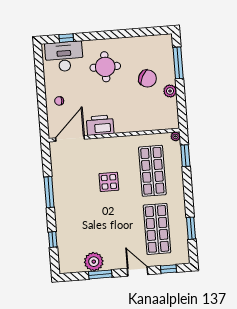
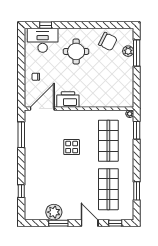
chair: (147, 79) -> (108, 42), moved
plant: (170, 91) -> (128, 51), moved
window: (49, 192) -> (21, 135), moved

